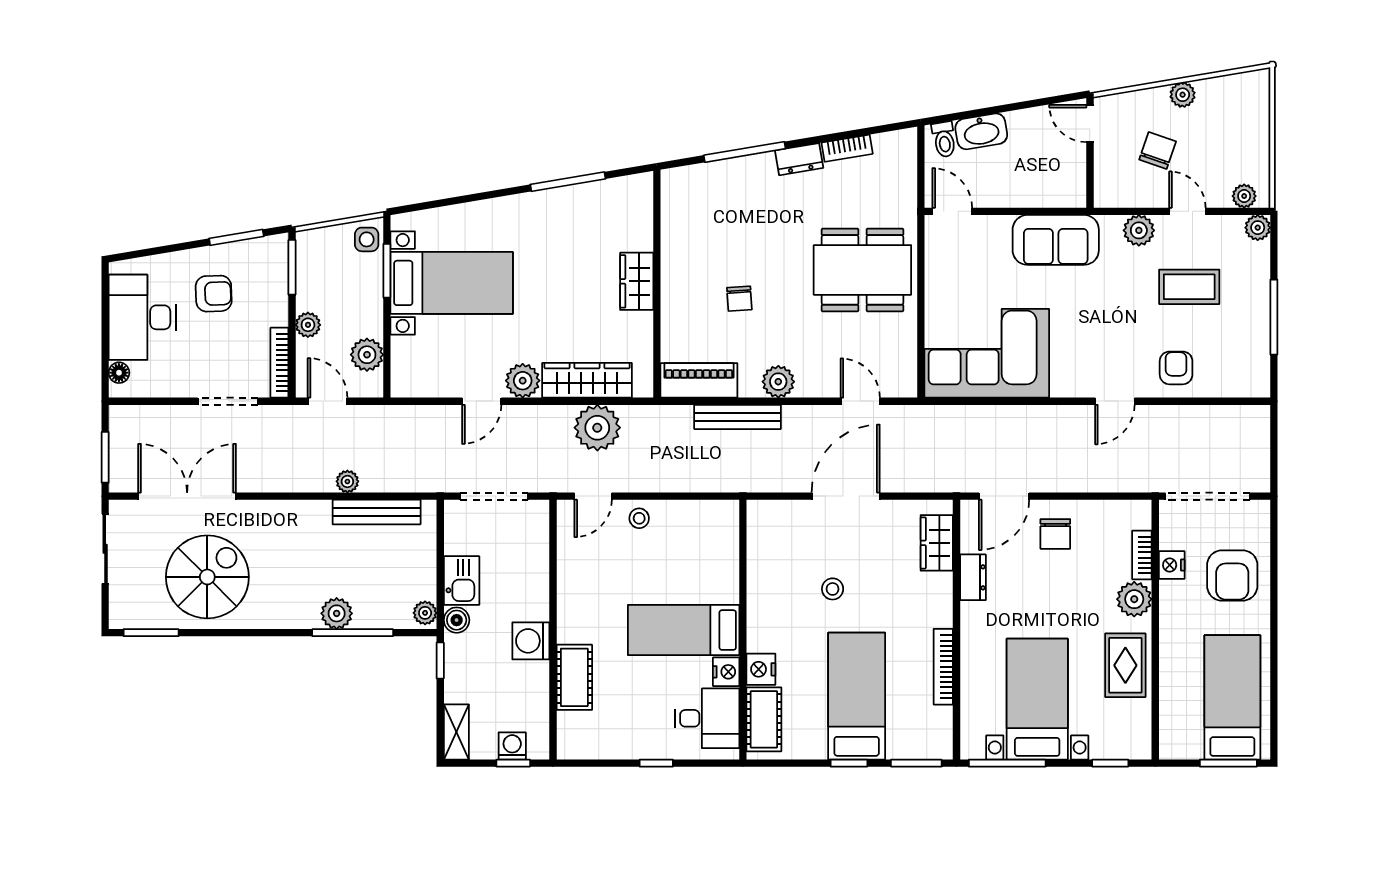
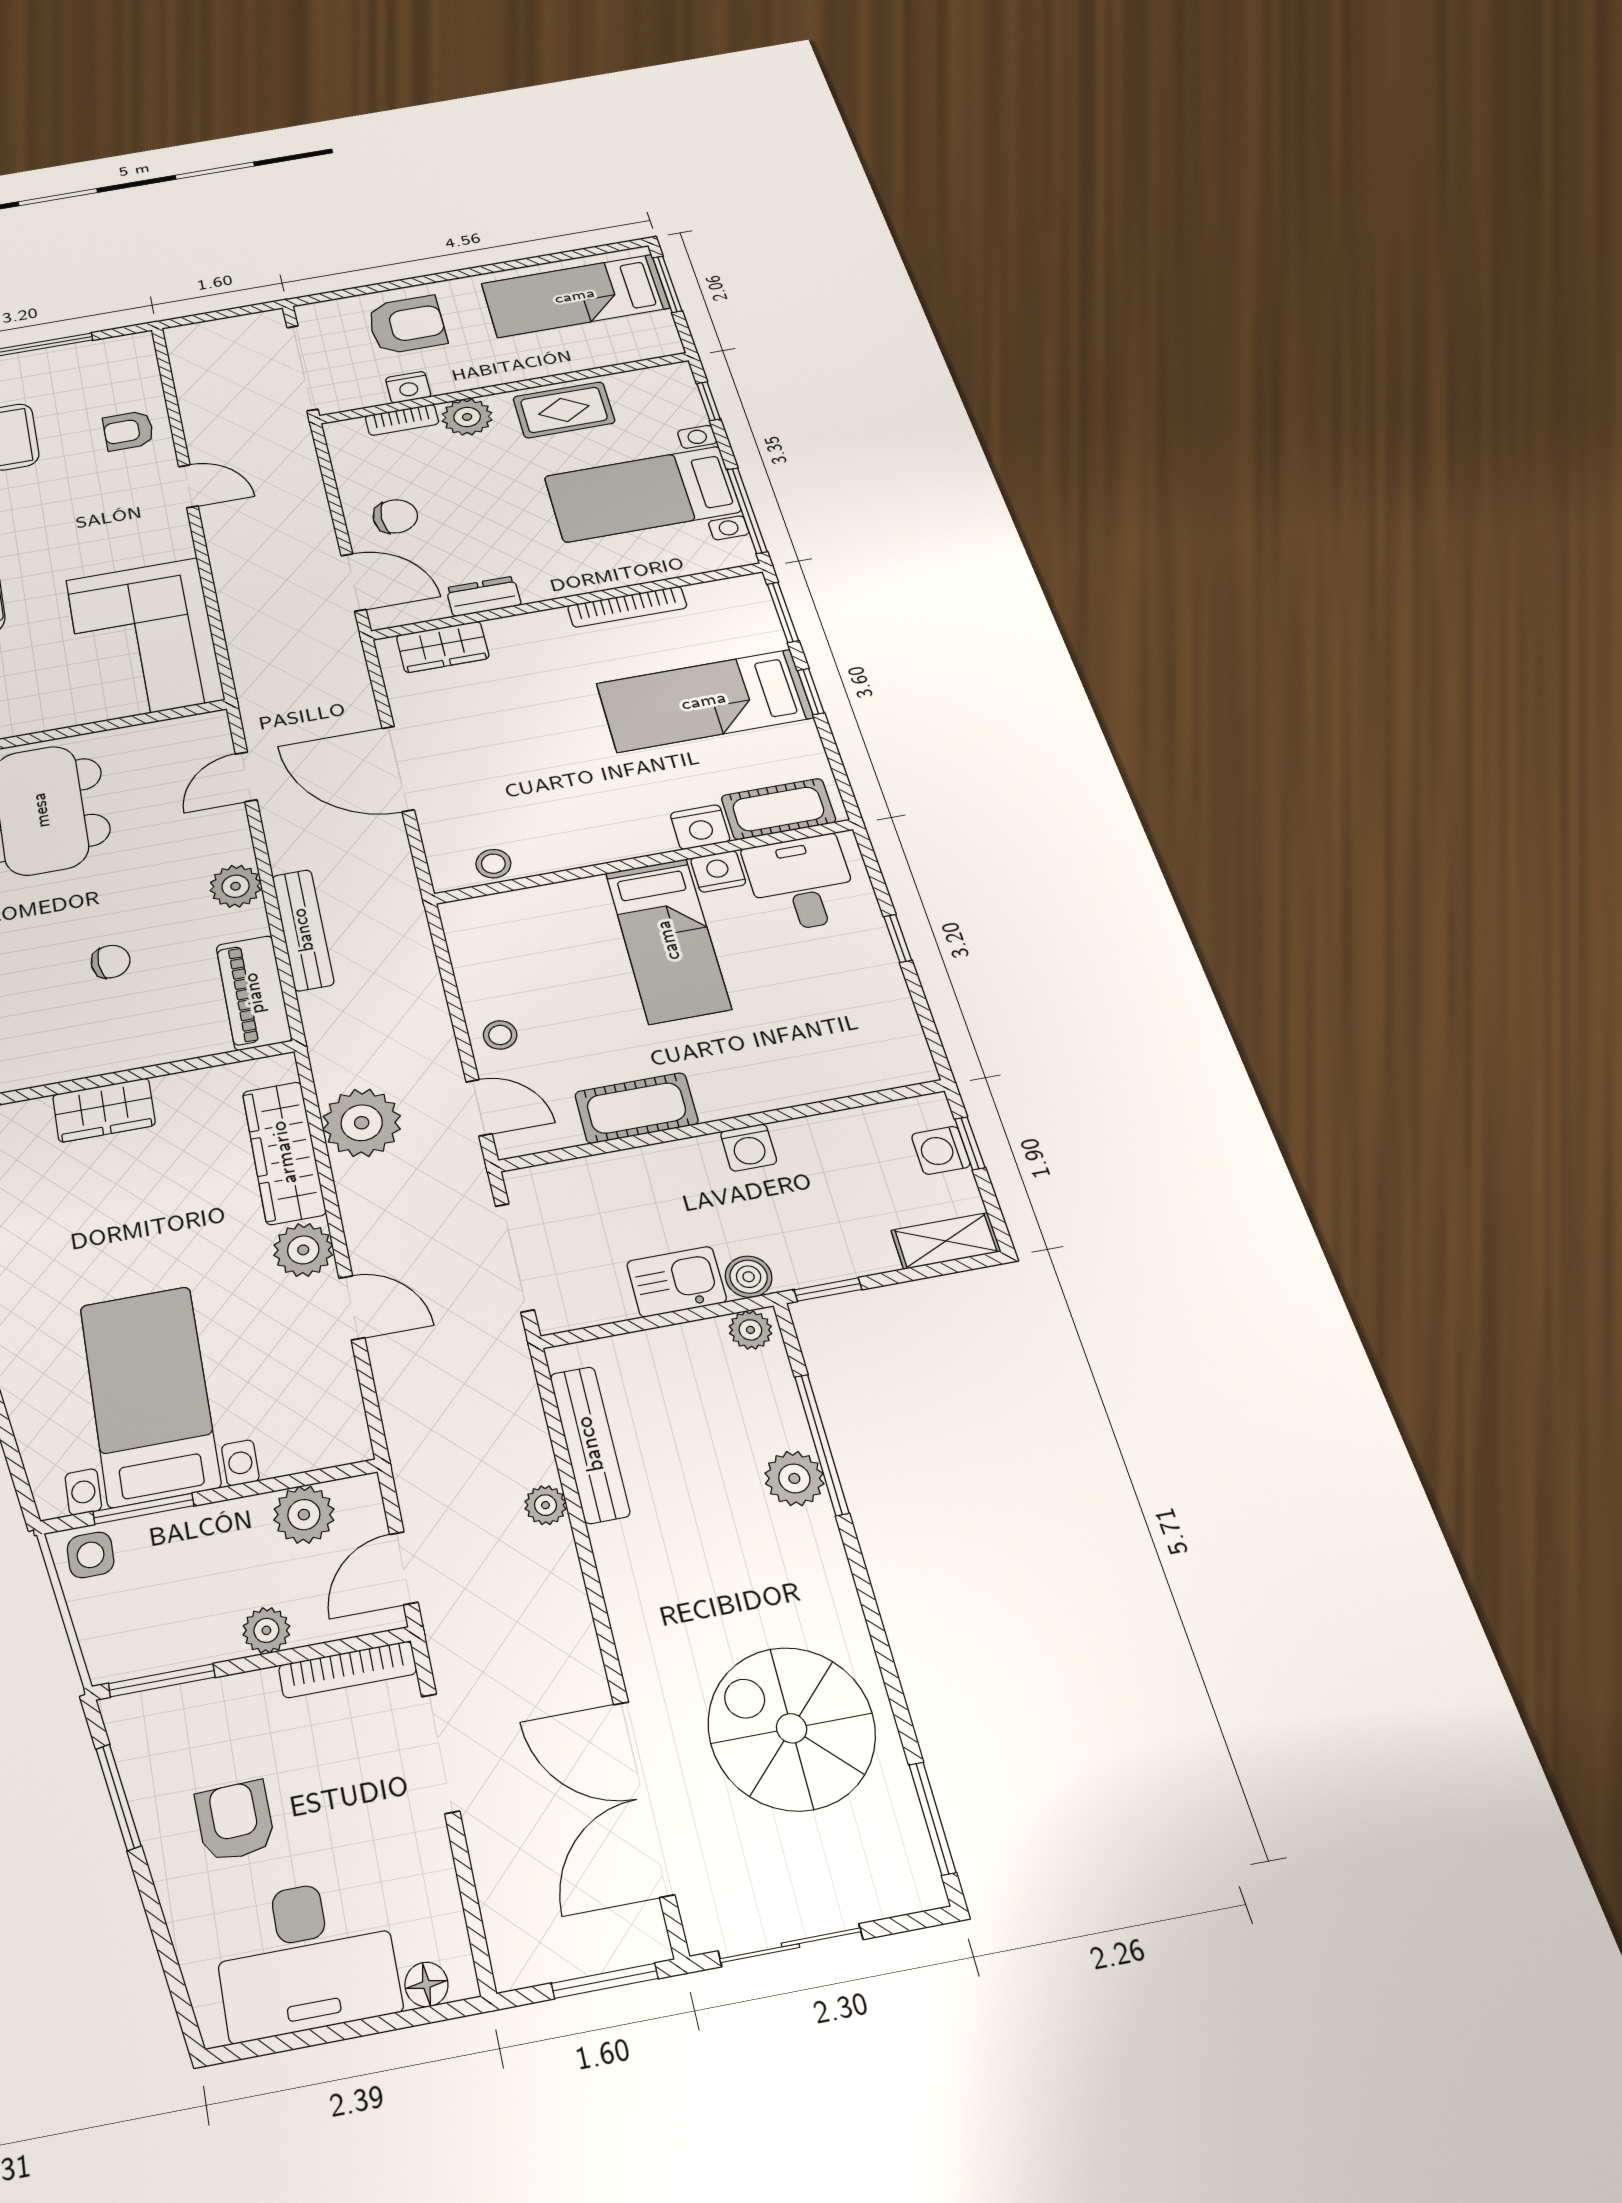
stool: (833, 589) -> (493, 864), moved
washing machine: (531, 641) -> (749, 1147), width x0.73, depth x0.73
cot: (574, 677) -> (636, 1108), moved

